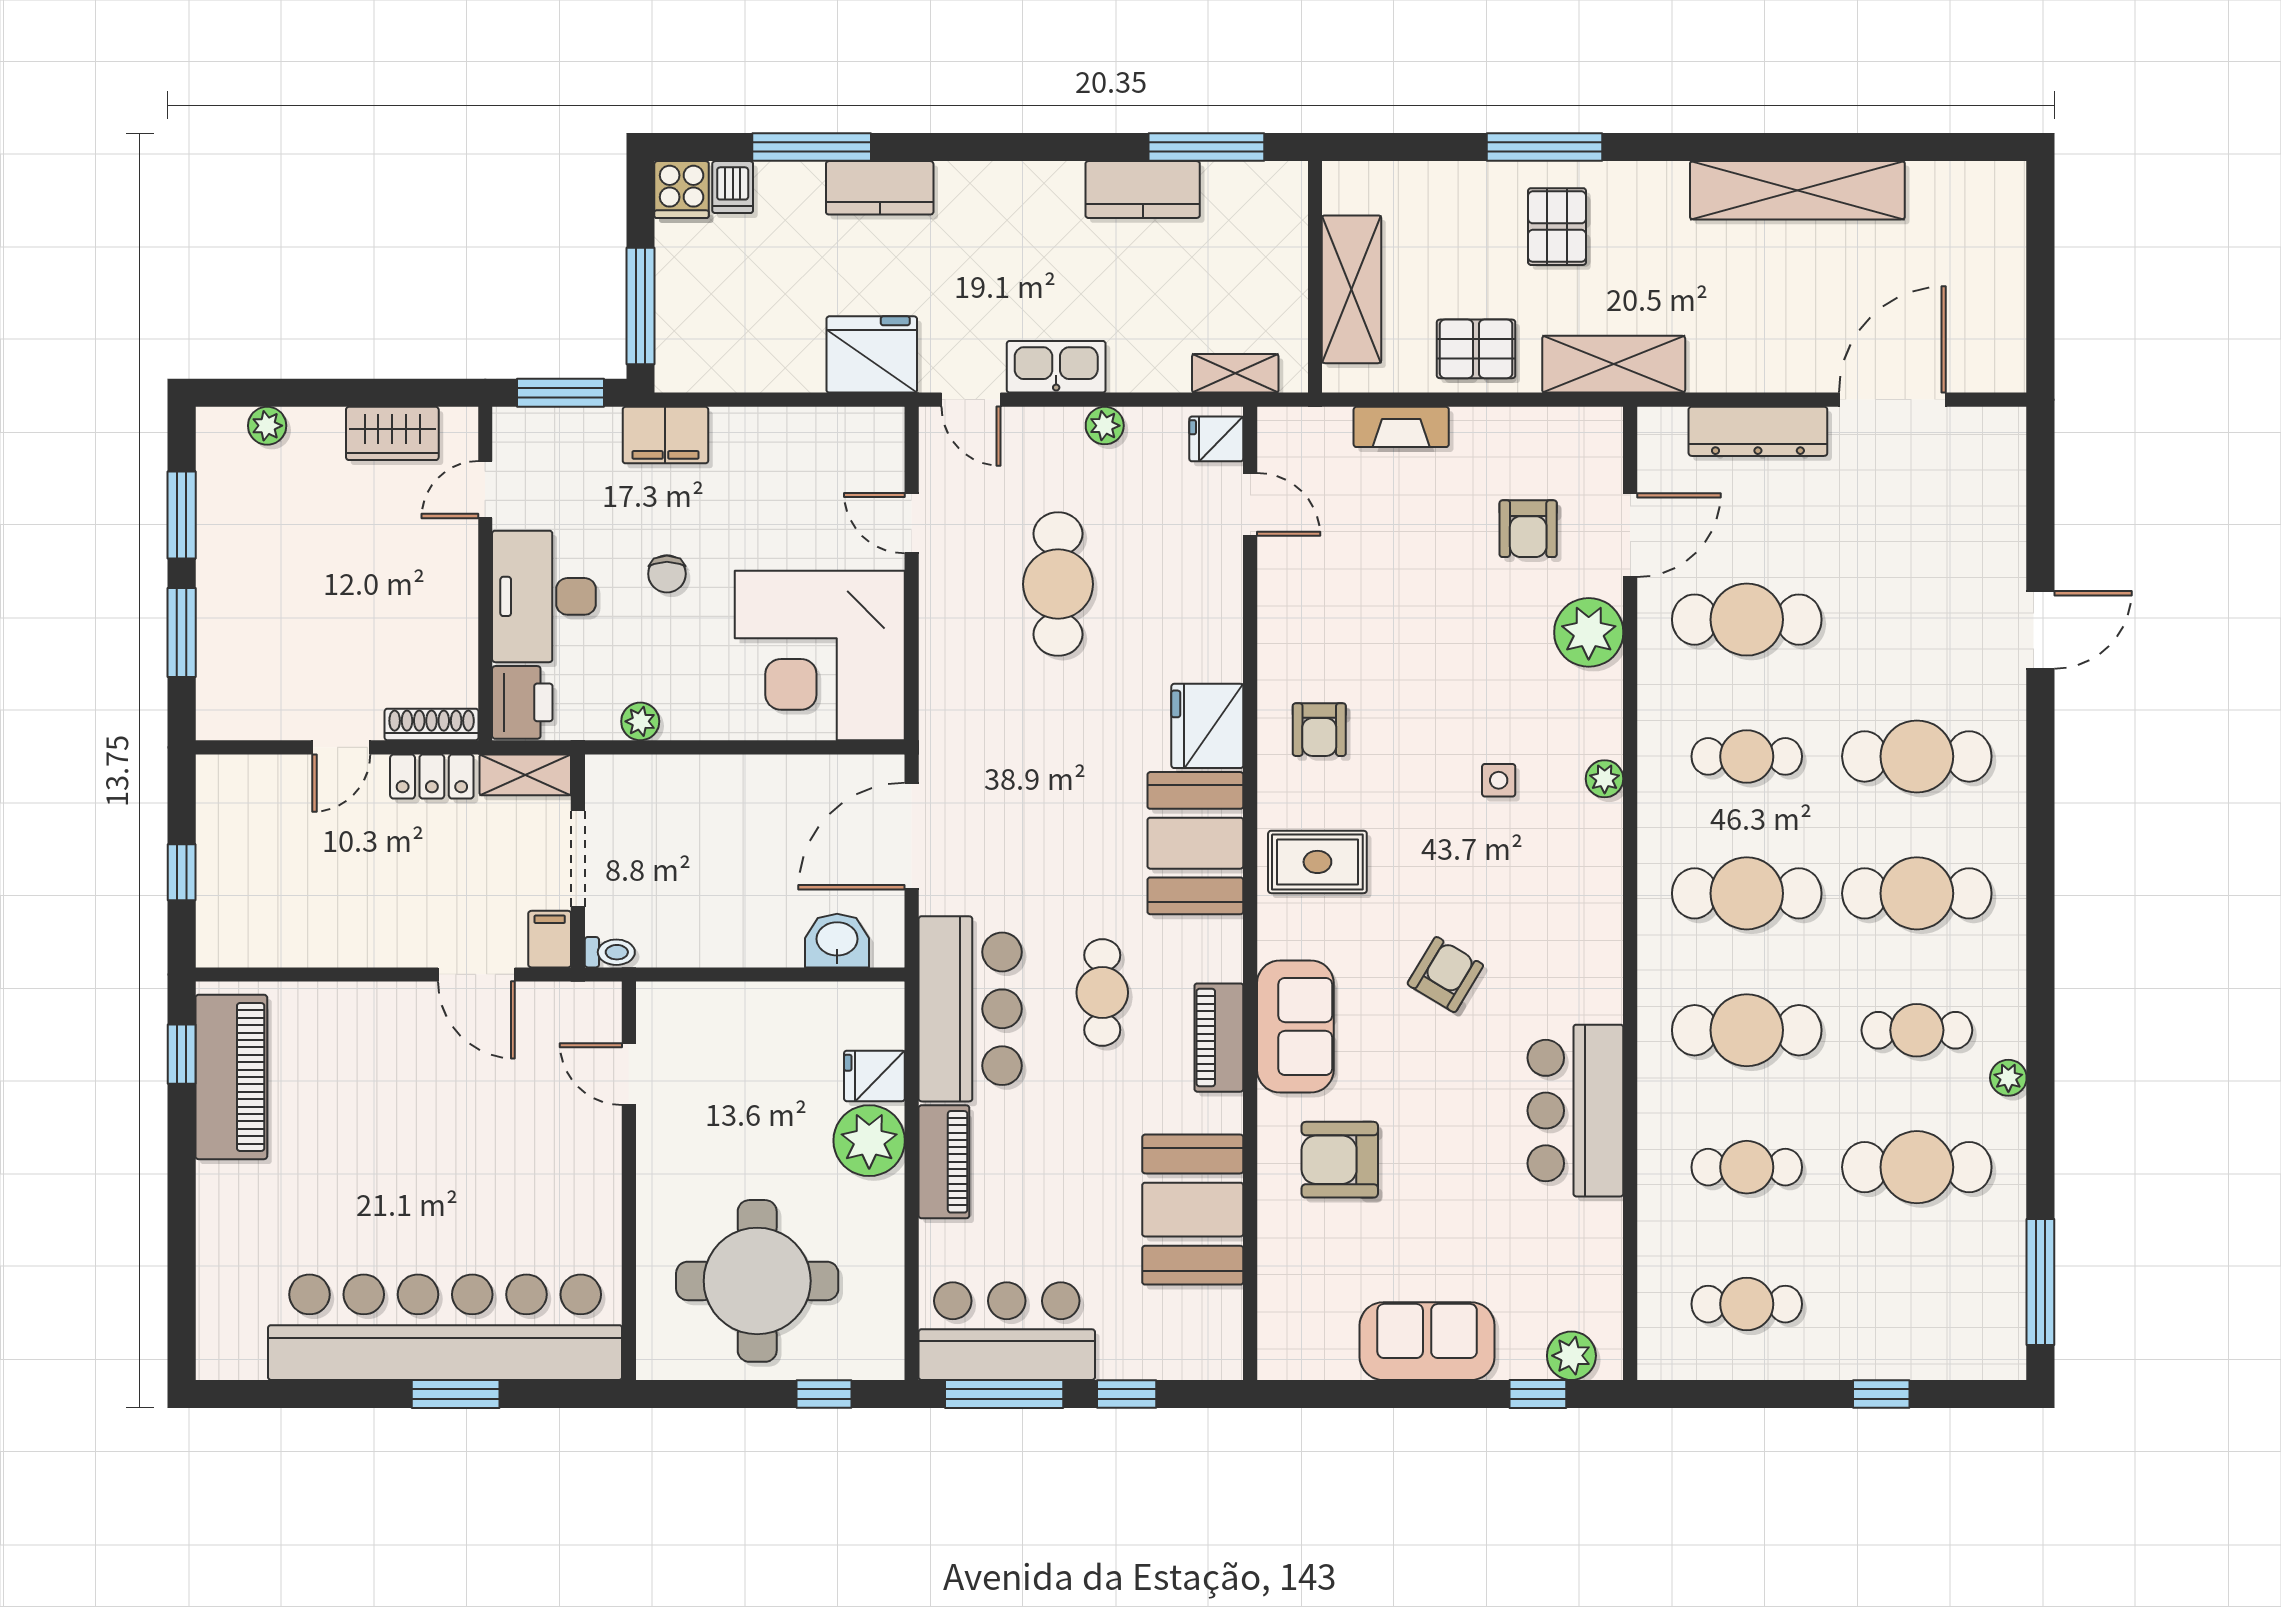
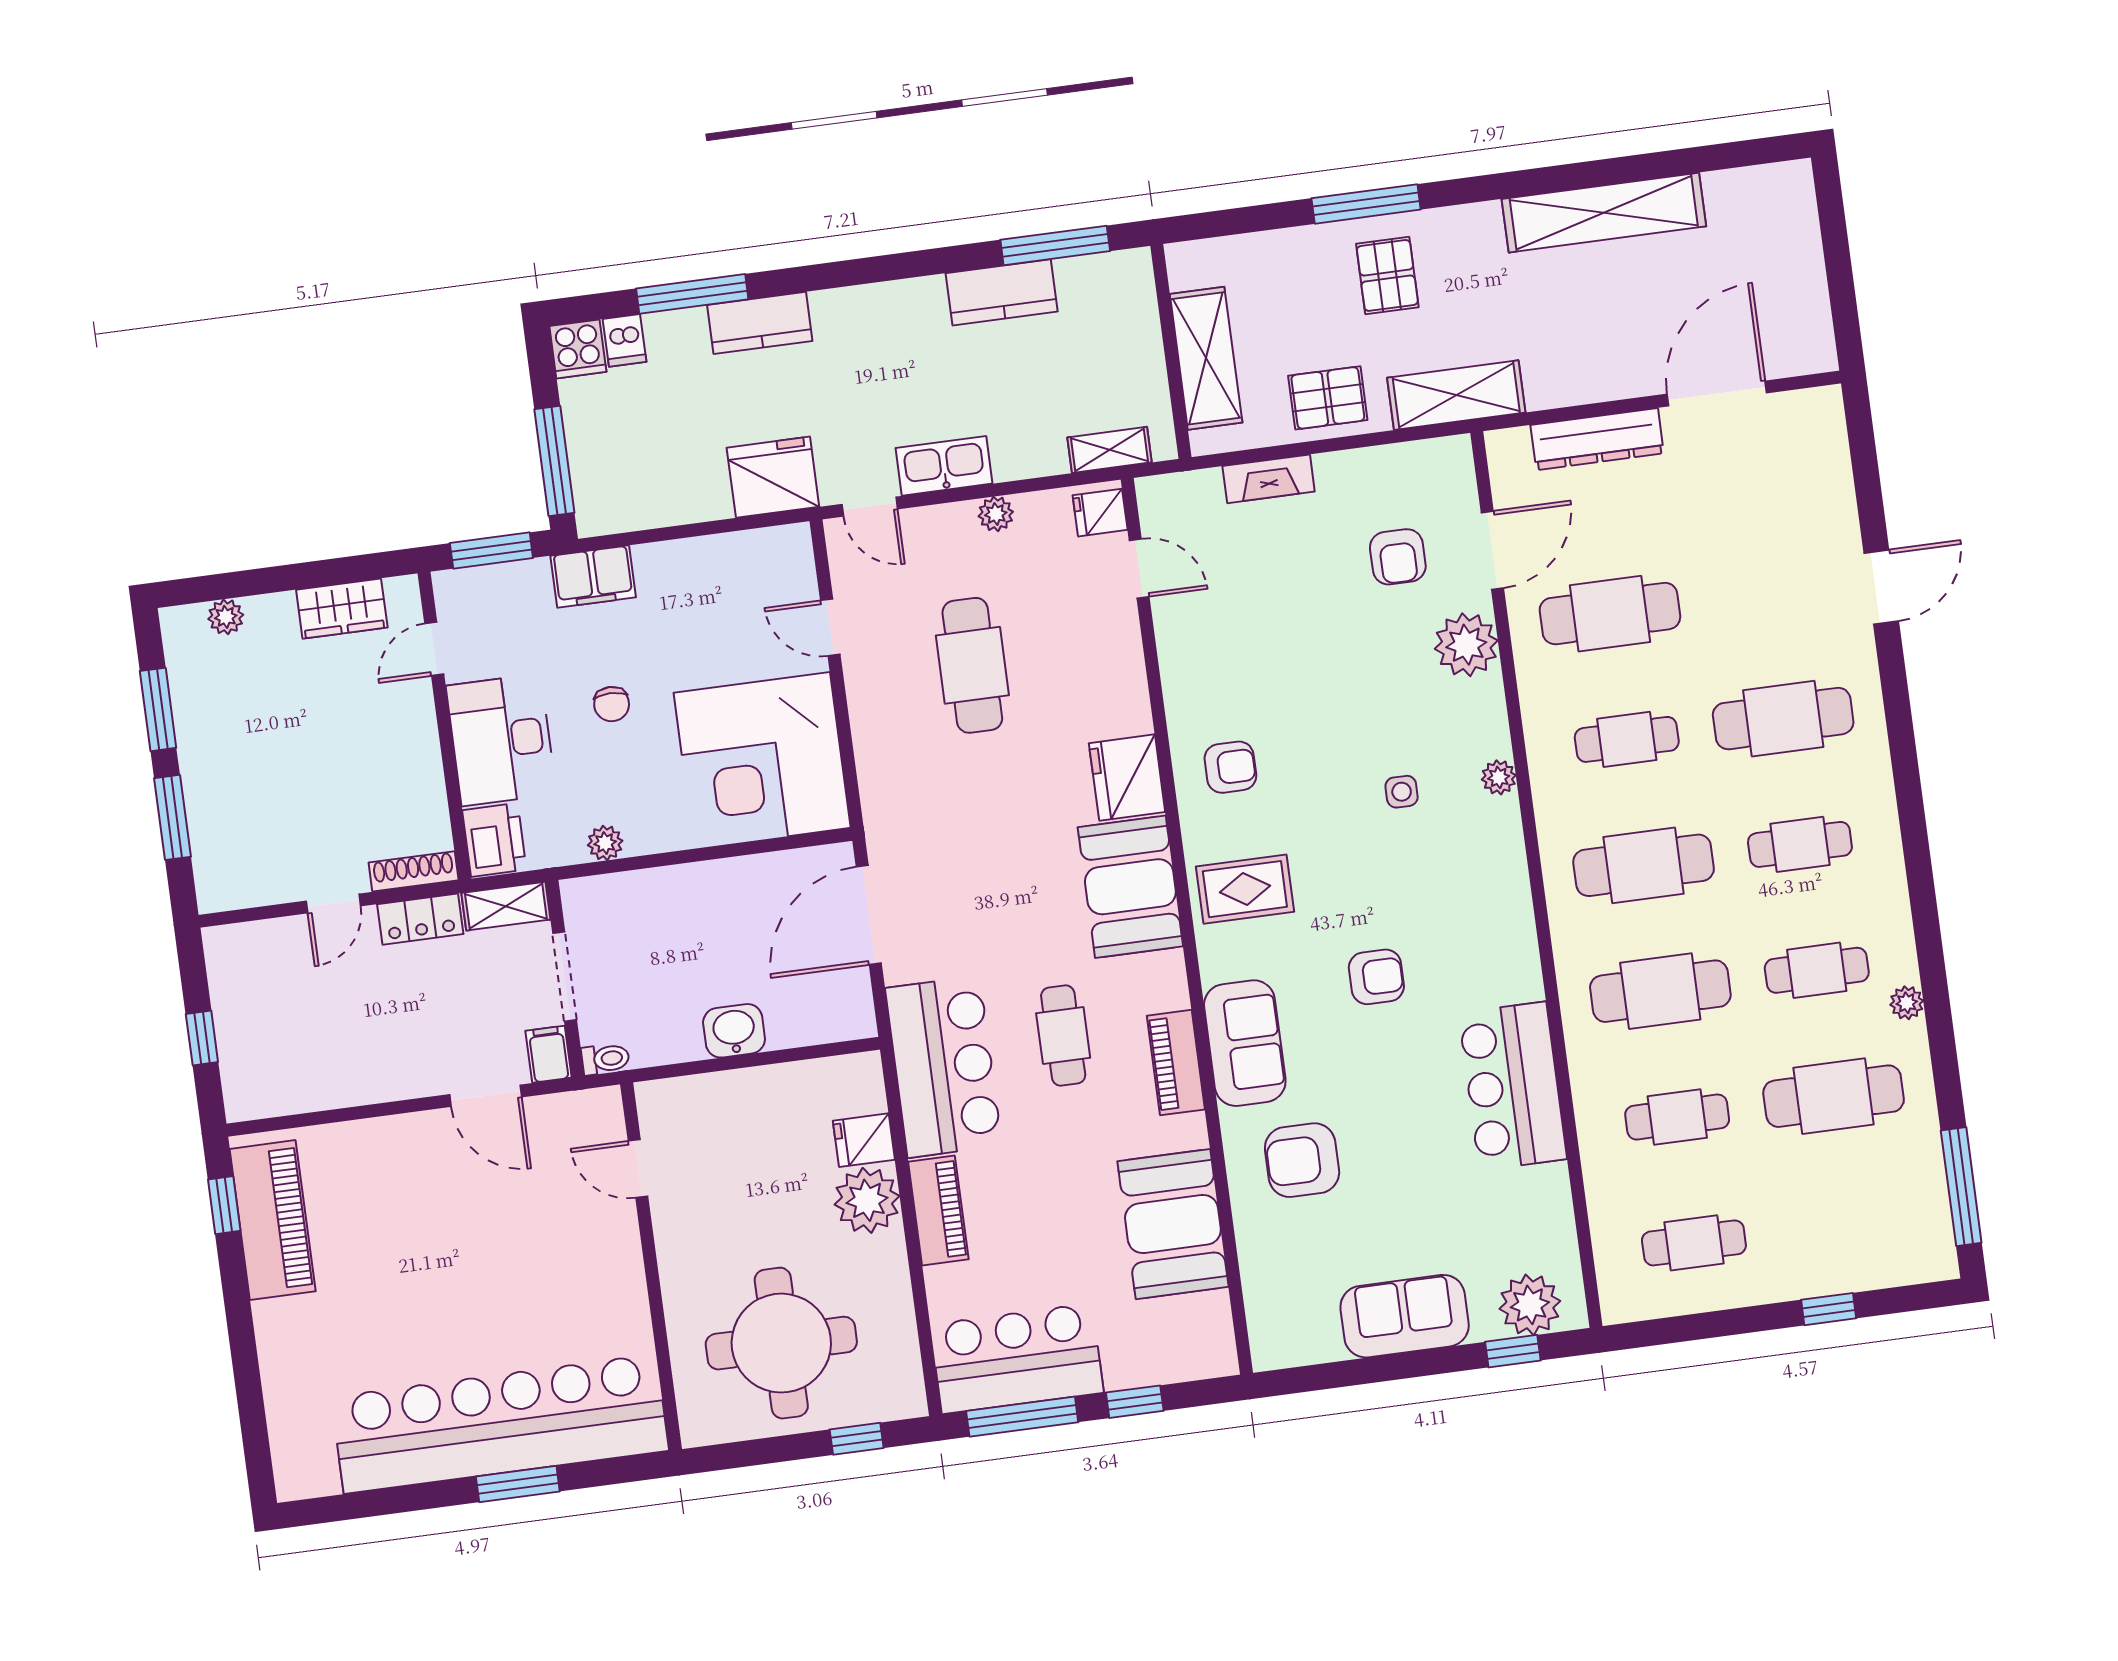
armchair: (1319, 730) -> (1230, 767), turned -90
cafe table: (1917, 893) -> (1800, 844), width x0.73, depth x0.74
washbasin: (837, 941) -> (734, 1031), moved
armchair: (1445, 975) -> (1376, 977), turned 59
plant: (1571, 1356) -> (1530, 1305), width x1.36, depth x1.36

